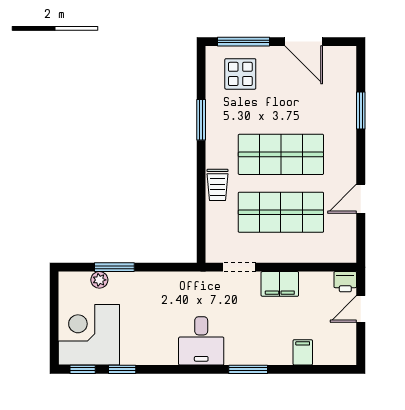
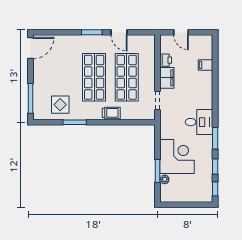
door: (304, 42) -> (31, 48), moved
display table: (240, 74) -> (60, 105), moved
window: (361, 111) -> (92, 32), moved
printer: (345, 282) -> (166, 60), moved
corner desk: (89, 335) -> (177, 157), moved, turned 180
window: (248, 369) -> (215, 138), moved

